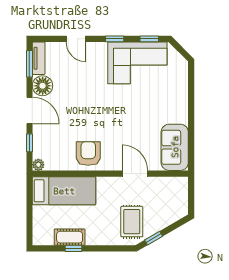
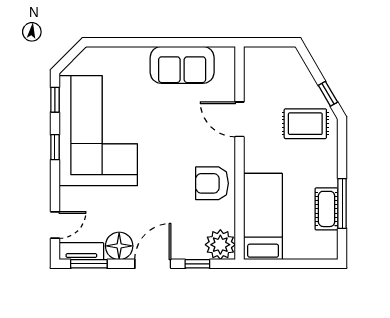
door: (76, 39) -> (55, 225), moved
corner sofa: (137, 63) -> (98, 131), width x1.36, depth x1.36
sofa: (175, 147) -> (182, 65), moved
plant: (38, 165) -> (220, 245), width x1.88, depth x1.88
door: (135, 174) -> (239, 119), hinge flipped
window: (74, 248) -> (342, 203), width x2.17

